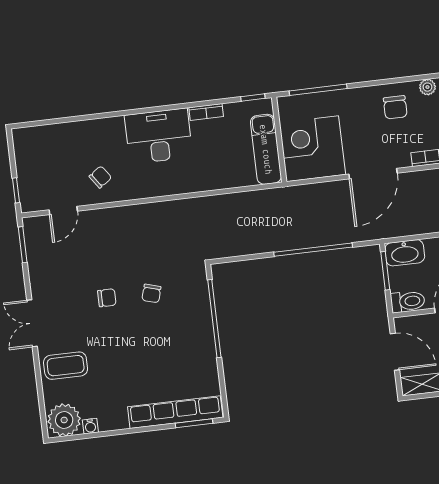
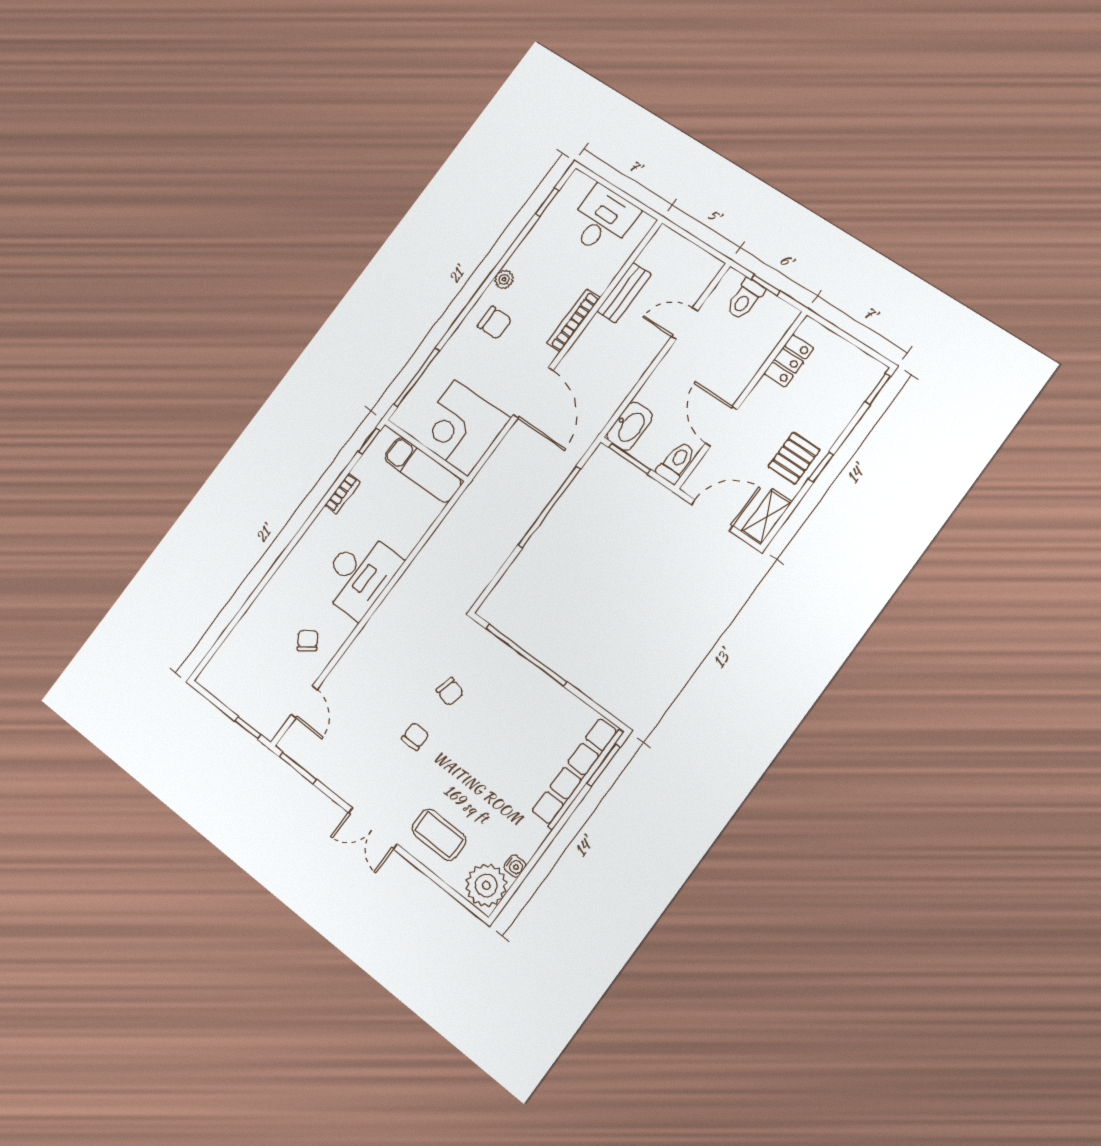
desk: (159, 136) -> (359, 575), moved, turned 180
coffee table: (66, 366) -> (439, 835), turned 90

